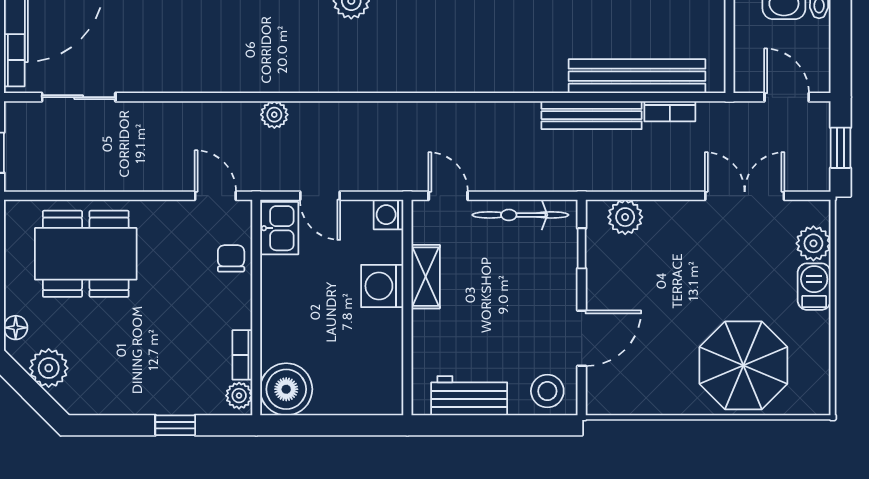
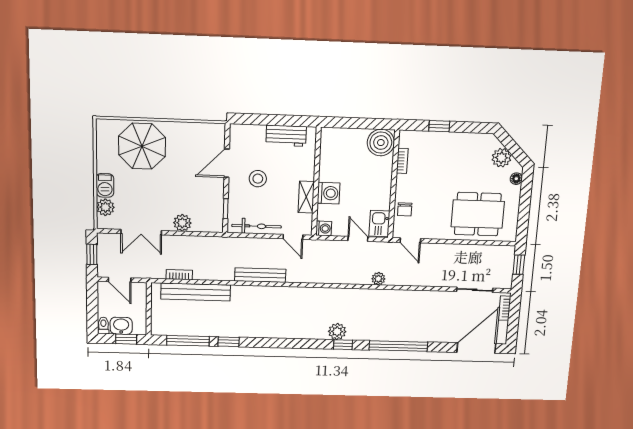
bench: (592, 115) -> (260, 275), moved
plant: (625, 217) -> (182, 223), moved
stool: (547, 391) -> (258, 179), moved
plant: (239, 396) -> (405, 140), removed

